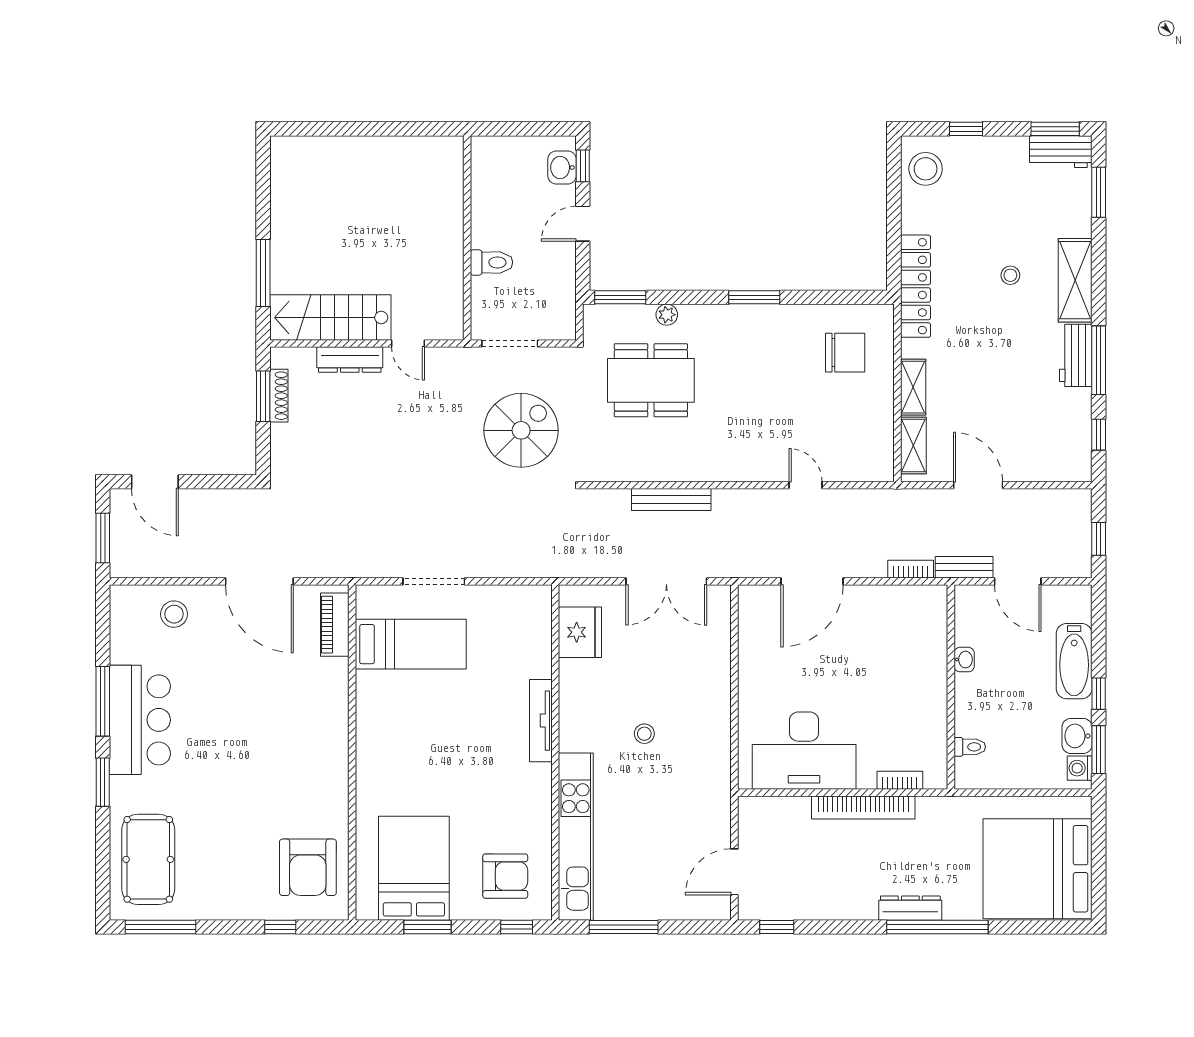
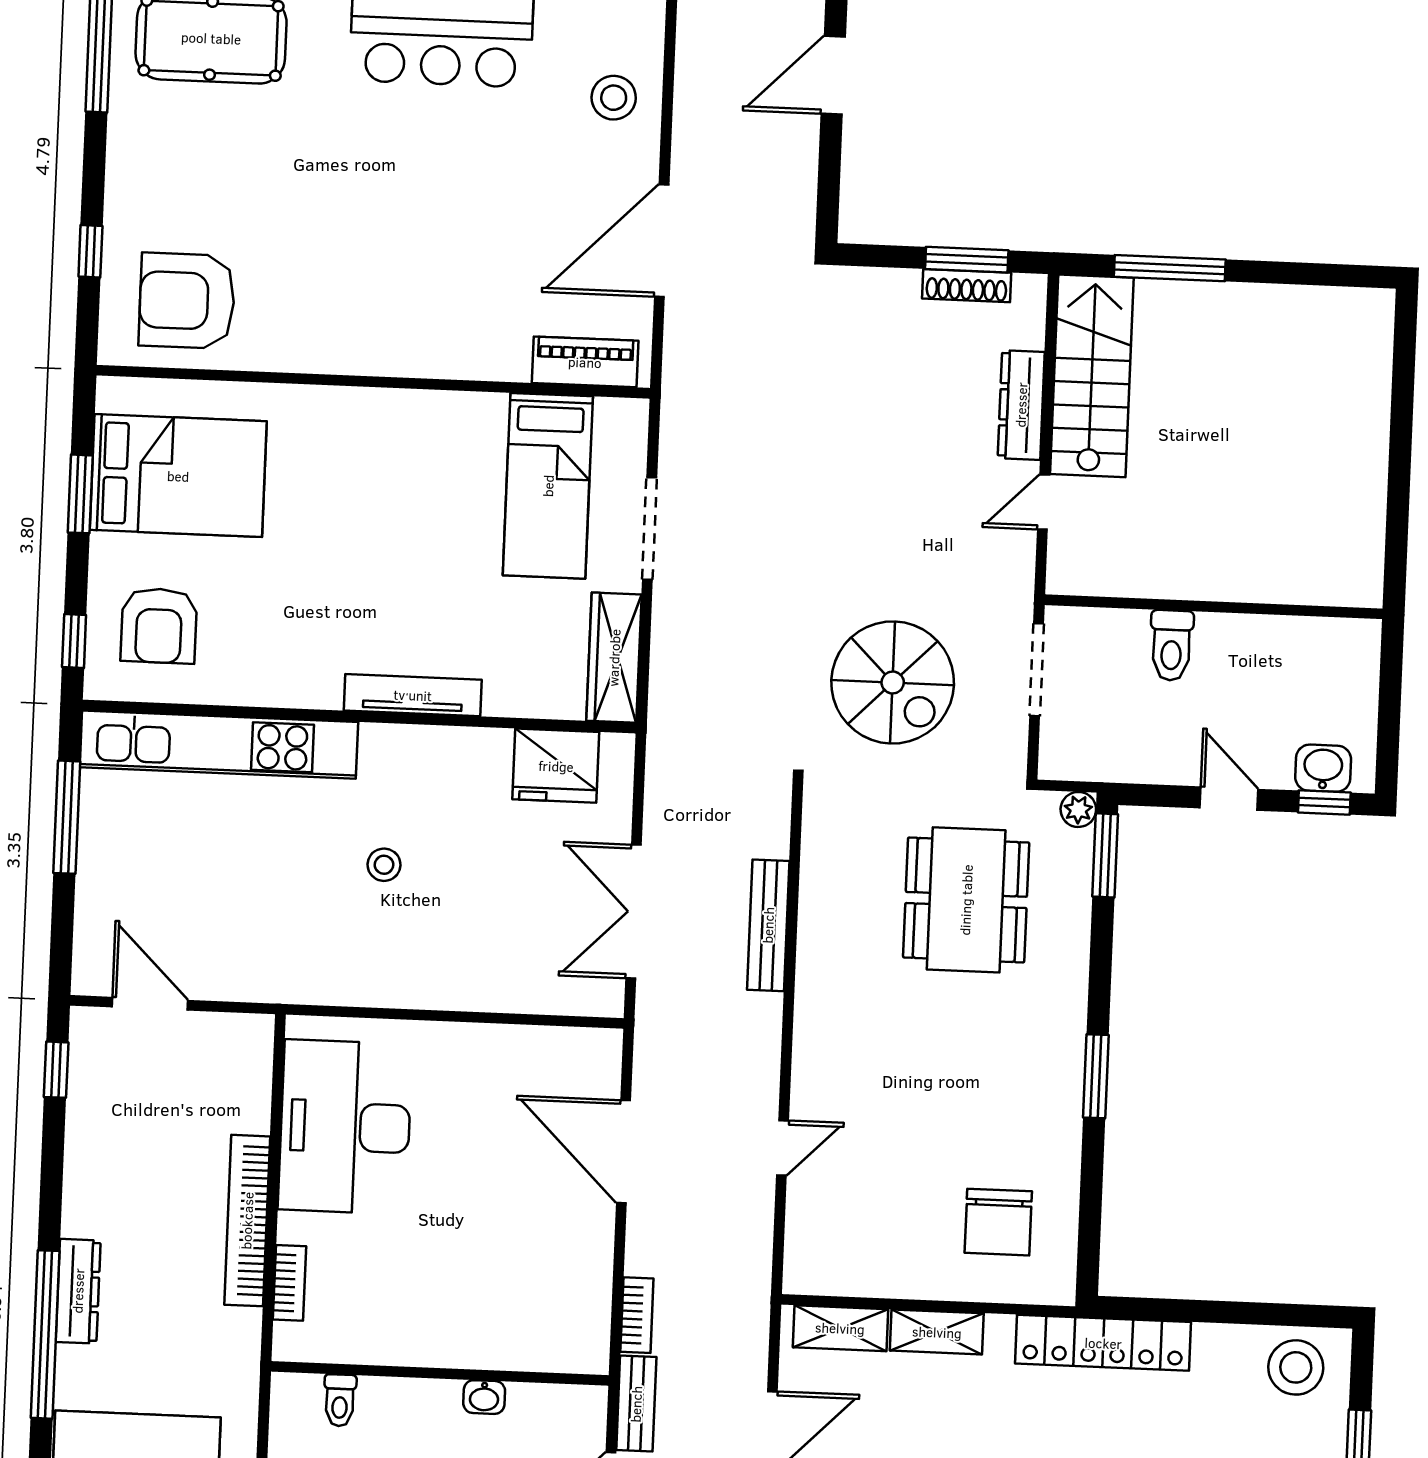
plant: (667, 315) -> (1078, 809), moved
wardrobe: (513, 600) -> (614, 658), added

